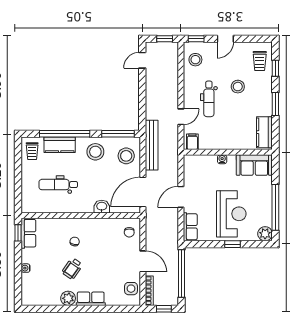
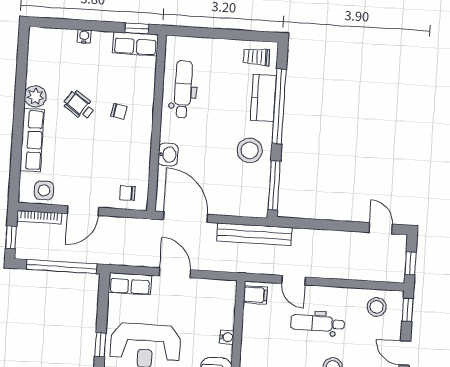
stool: (126, 156) -> (241, 196), removed
dental chair: (58, 185) -> (183, 89), moved
row of seats: (91, 299) -> (32, 140), width x1.48

